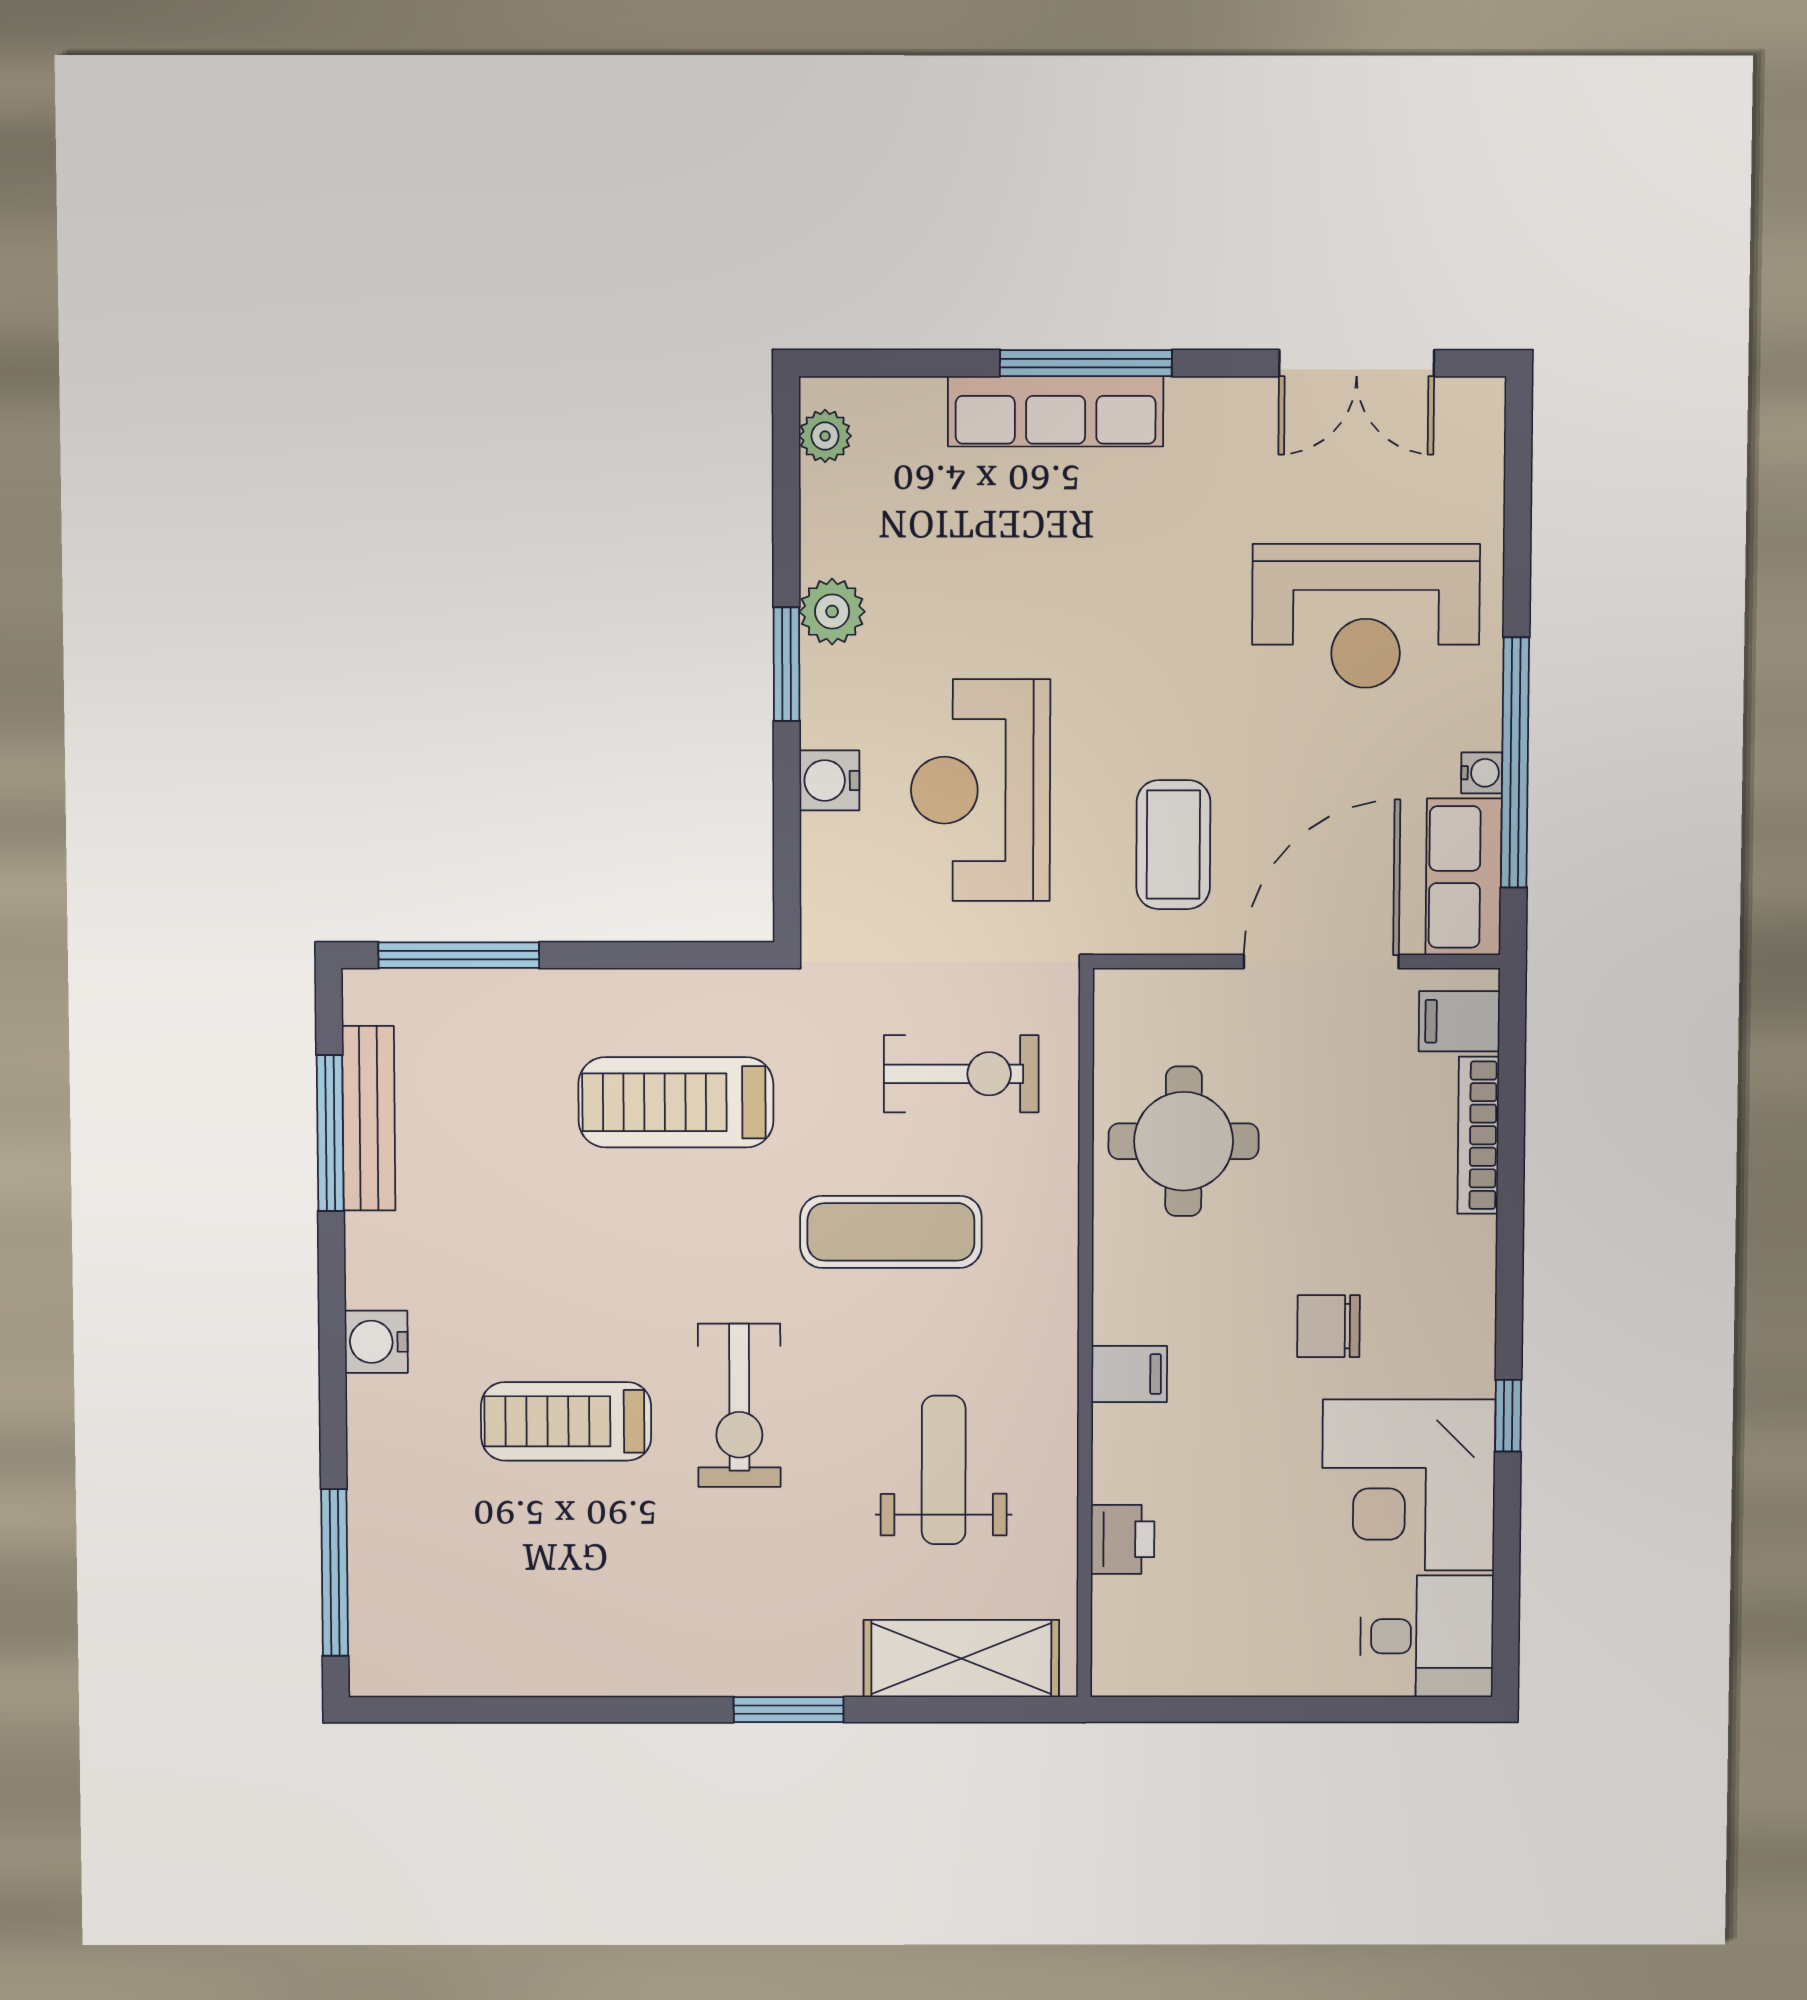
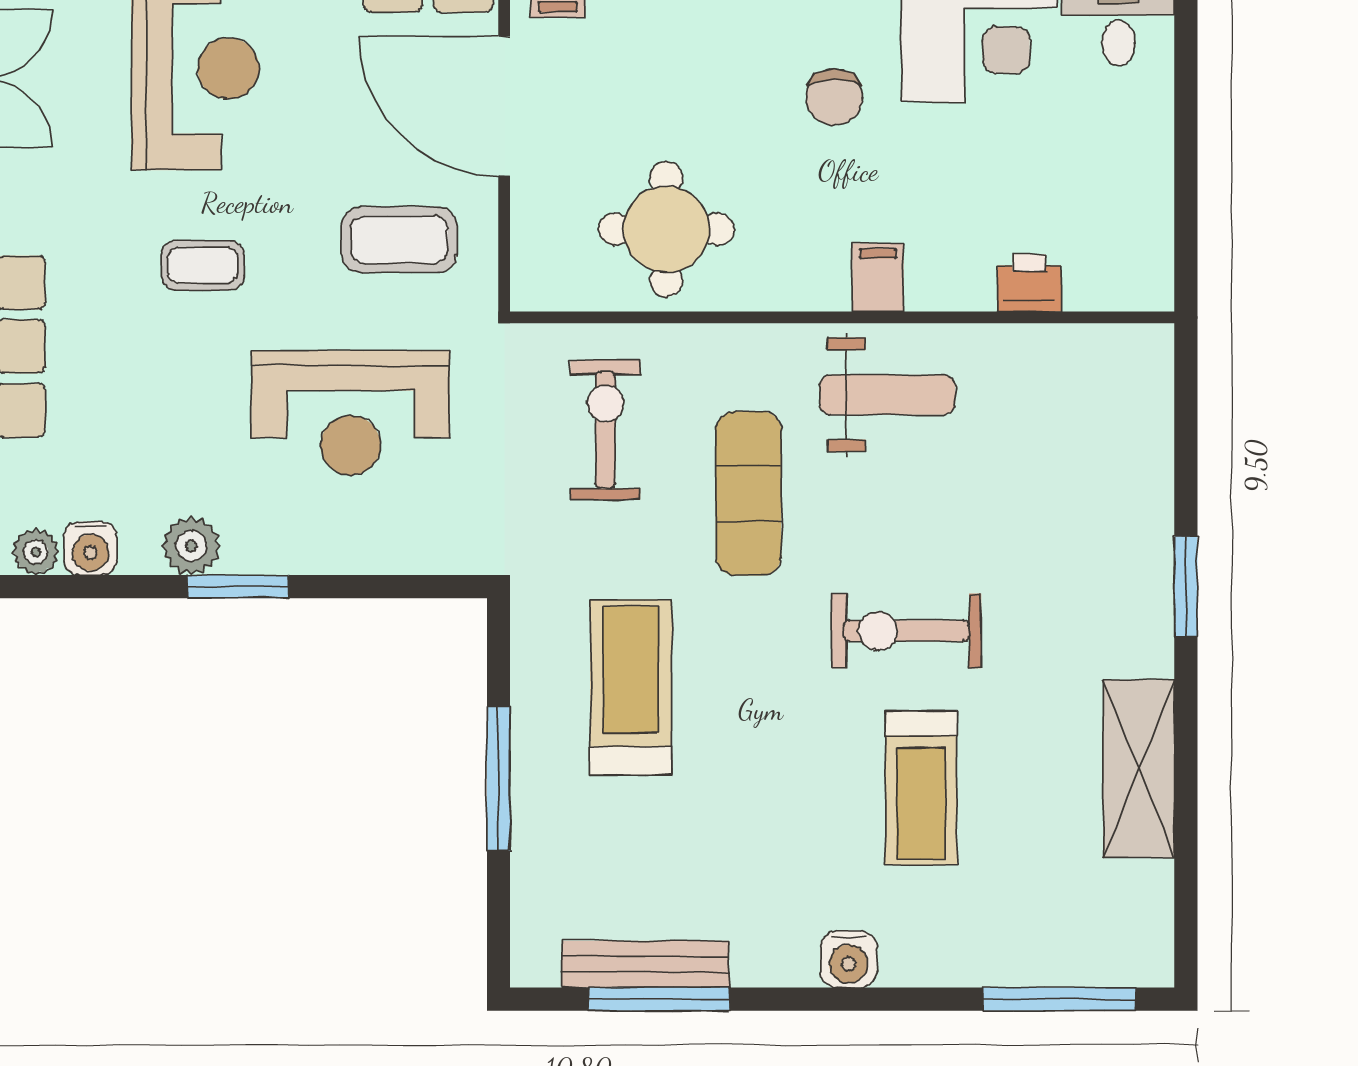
coffee table: (1146, 625) -> (203, 265), added
water cooler: (829, 780) -> (90, 548), moved
window: (459, 955) -> (498, 779), moved
treadmill: (676, 1102) -> (631, 687), turned 180
exercise bike: (739, 1405) -> (906, 631), turned 180
weight bench: (944, 1470) -> (887, 395), moved, turned 180
shelving: (961, 1659) -> (1139, 769), moved

